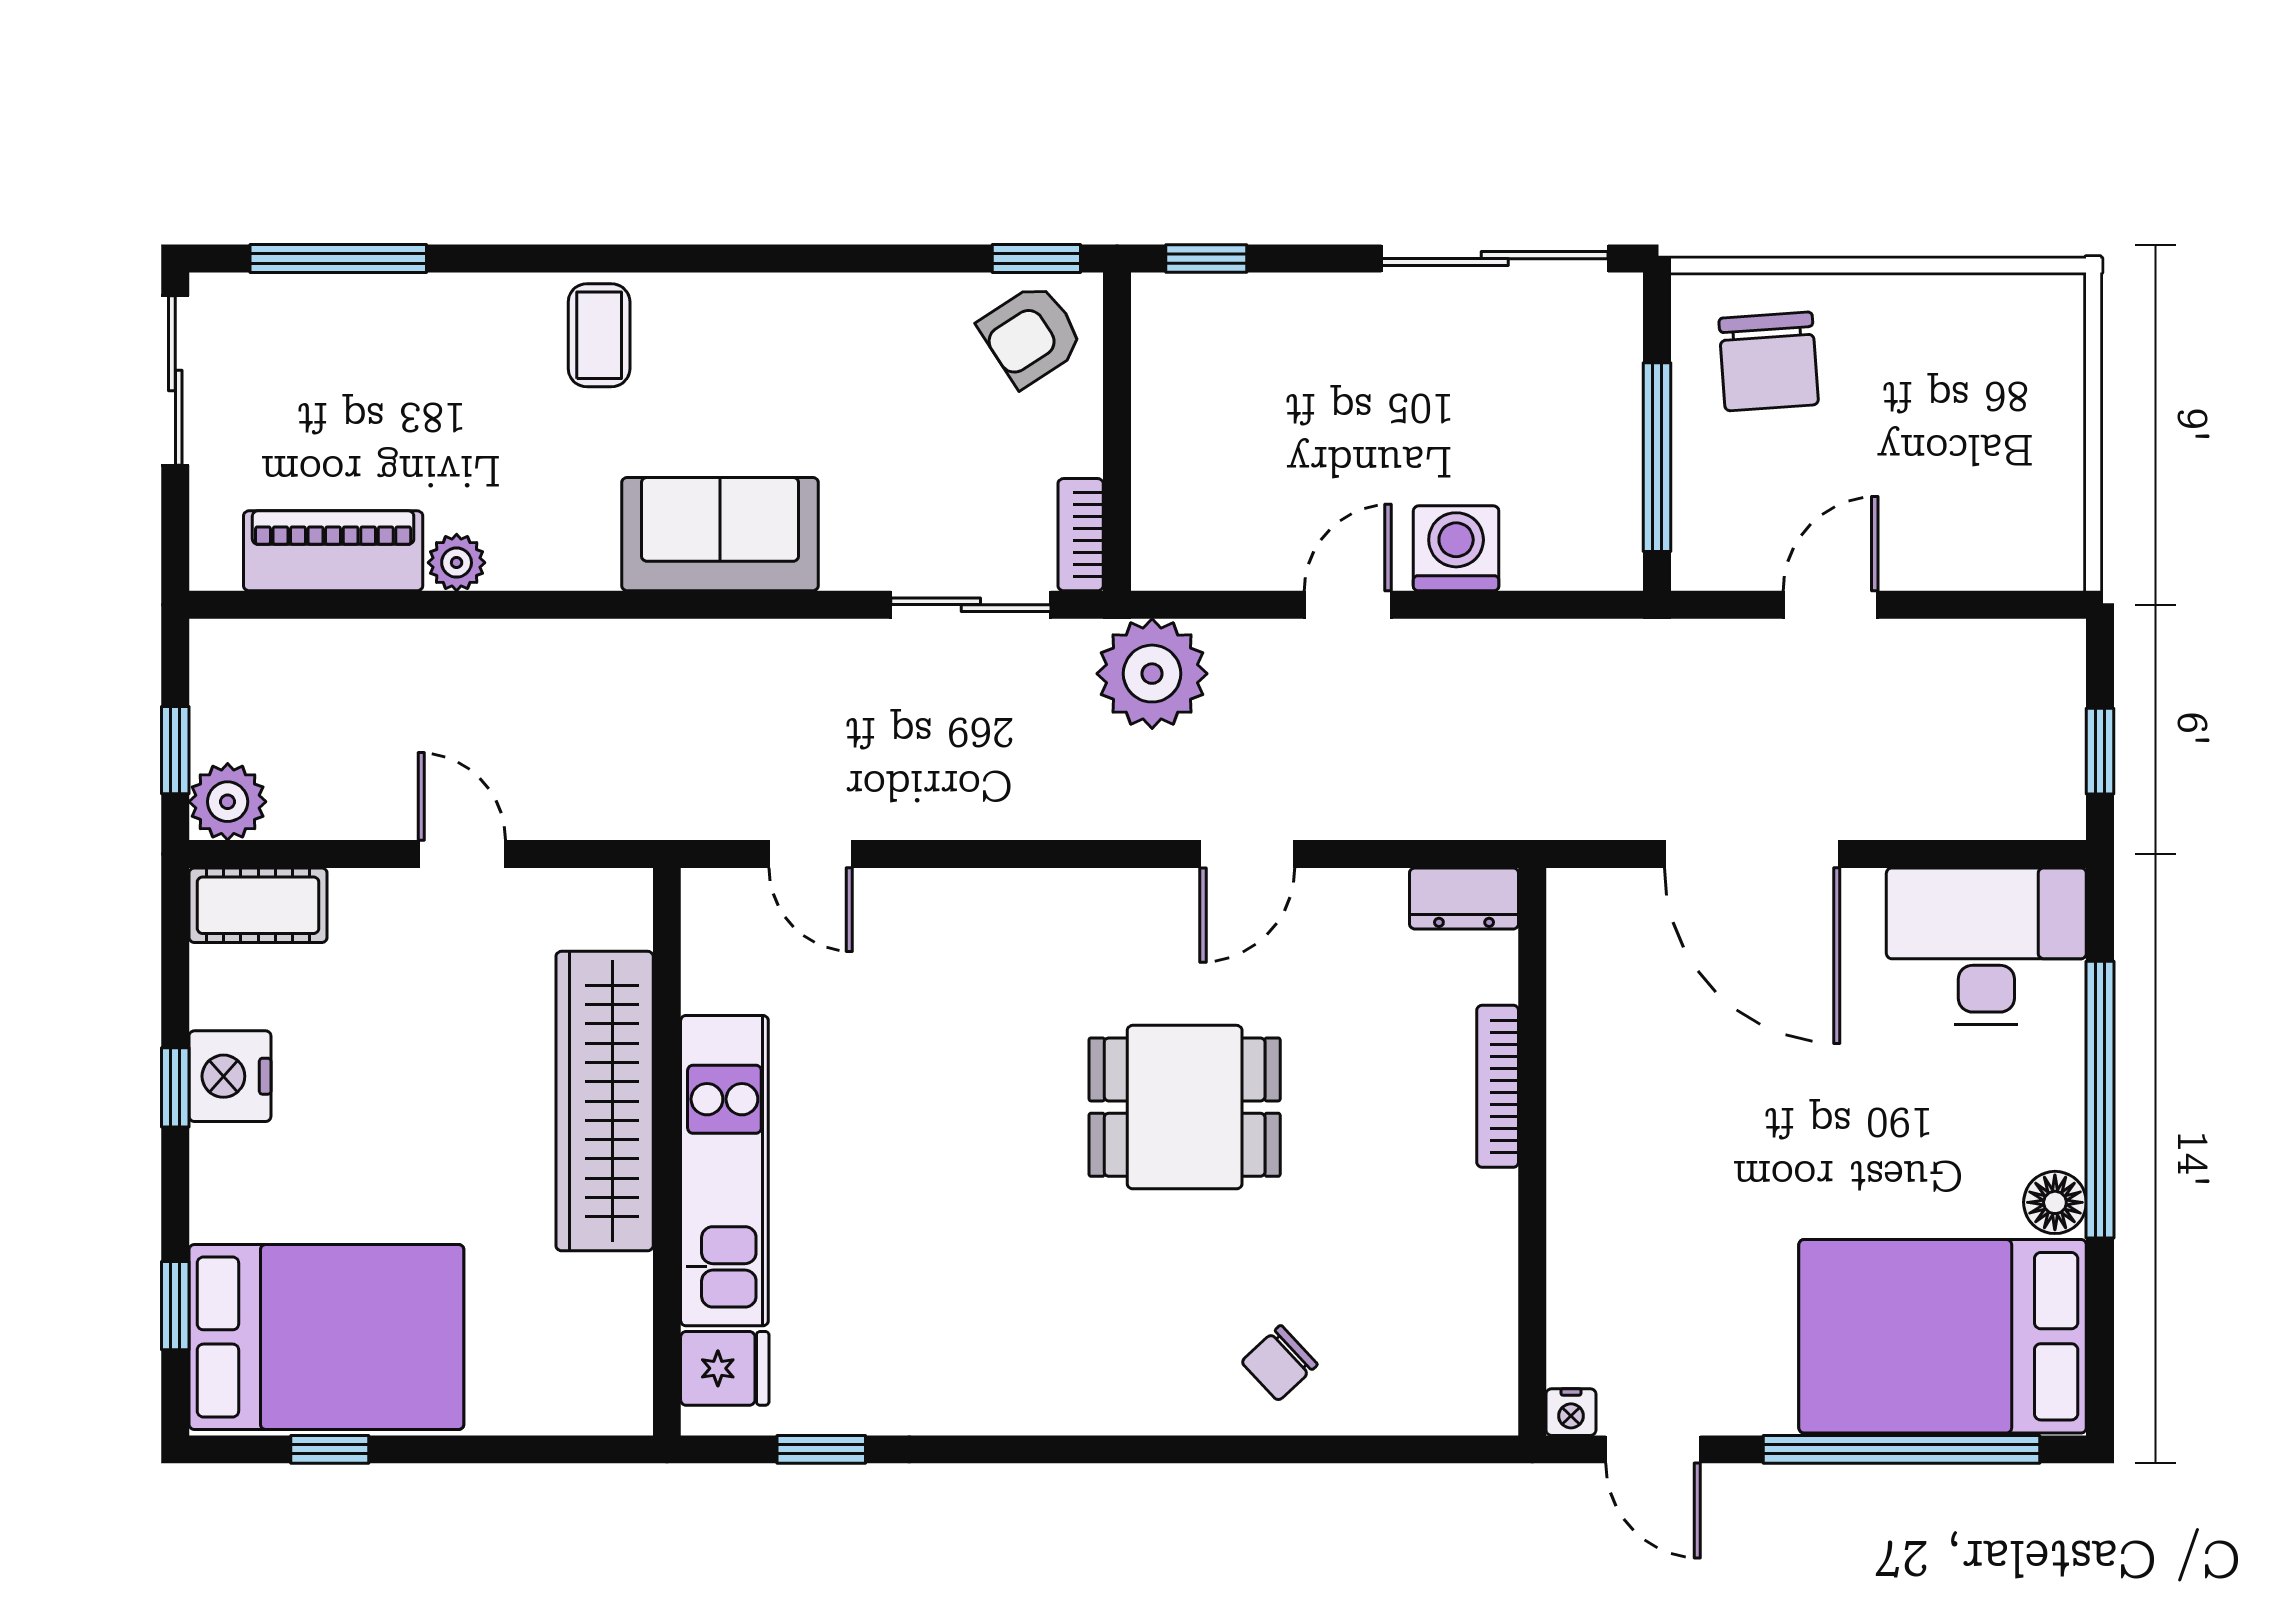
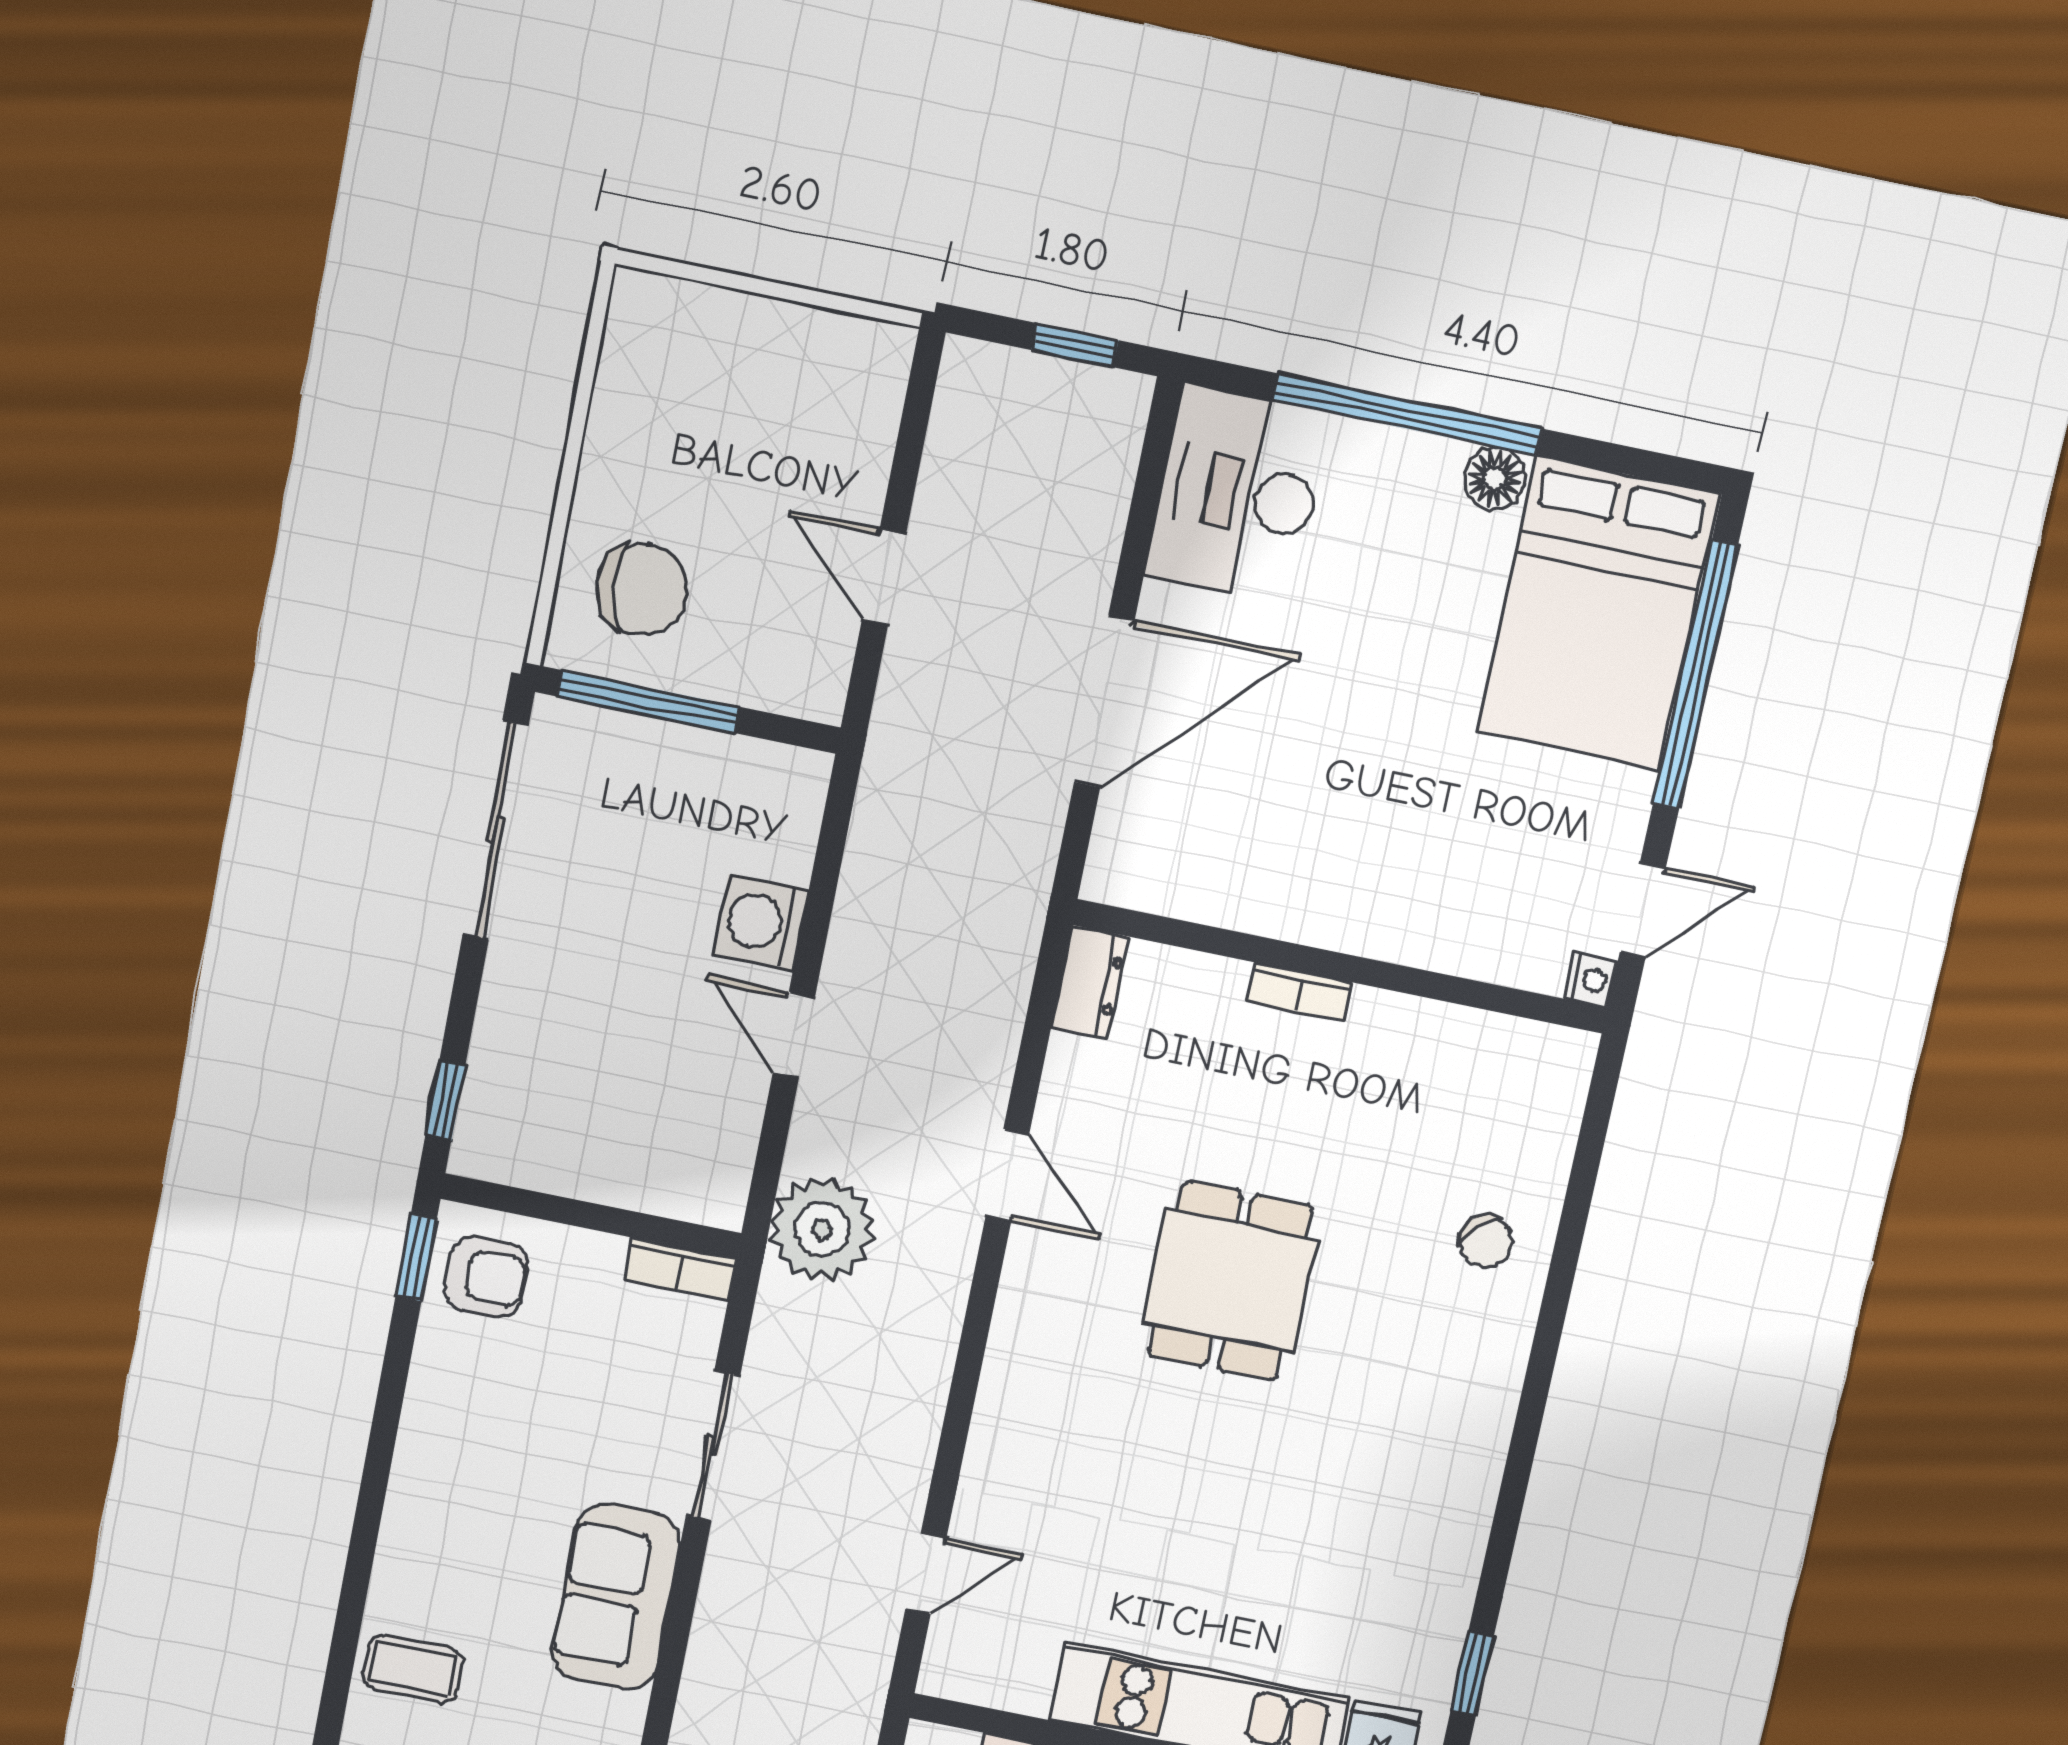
armchair: (1031, 335) -> (486, 1277), turned -57
window: (1657, 457) -> (649, 702), moved
sliding door: (971, 605) -> (713, 1446), moved
bookcase: (1498, 1086) -> (1299, 992), width x0.64

